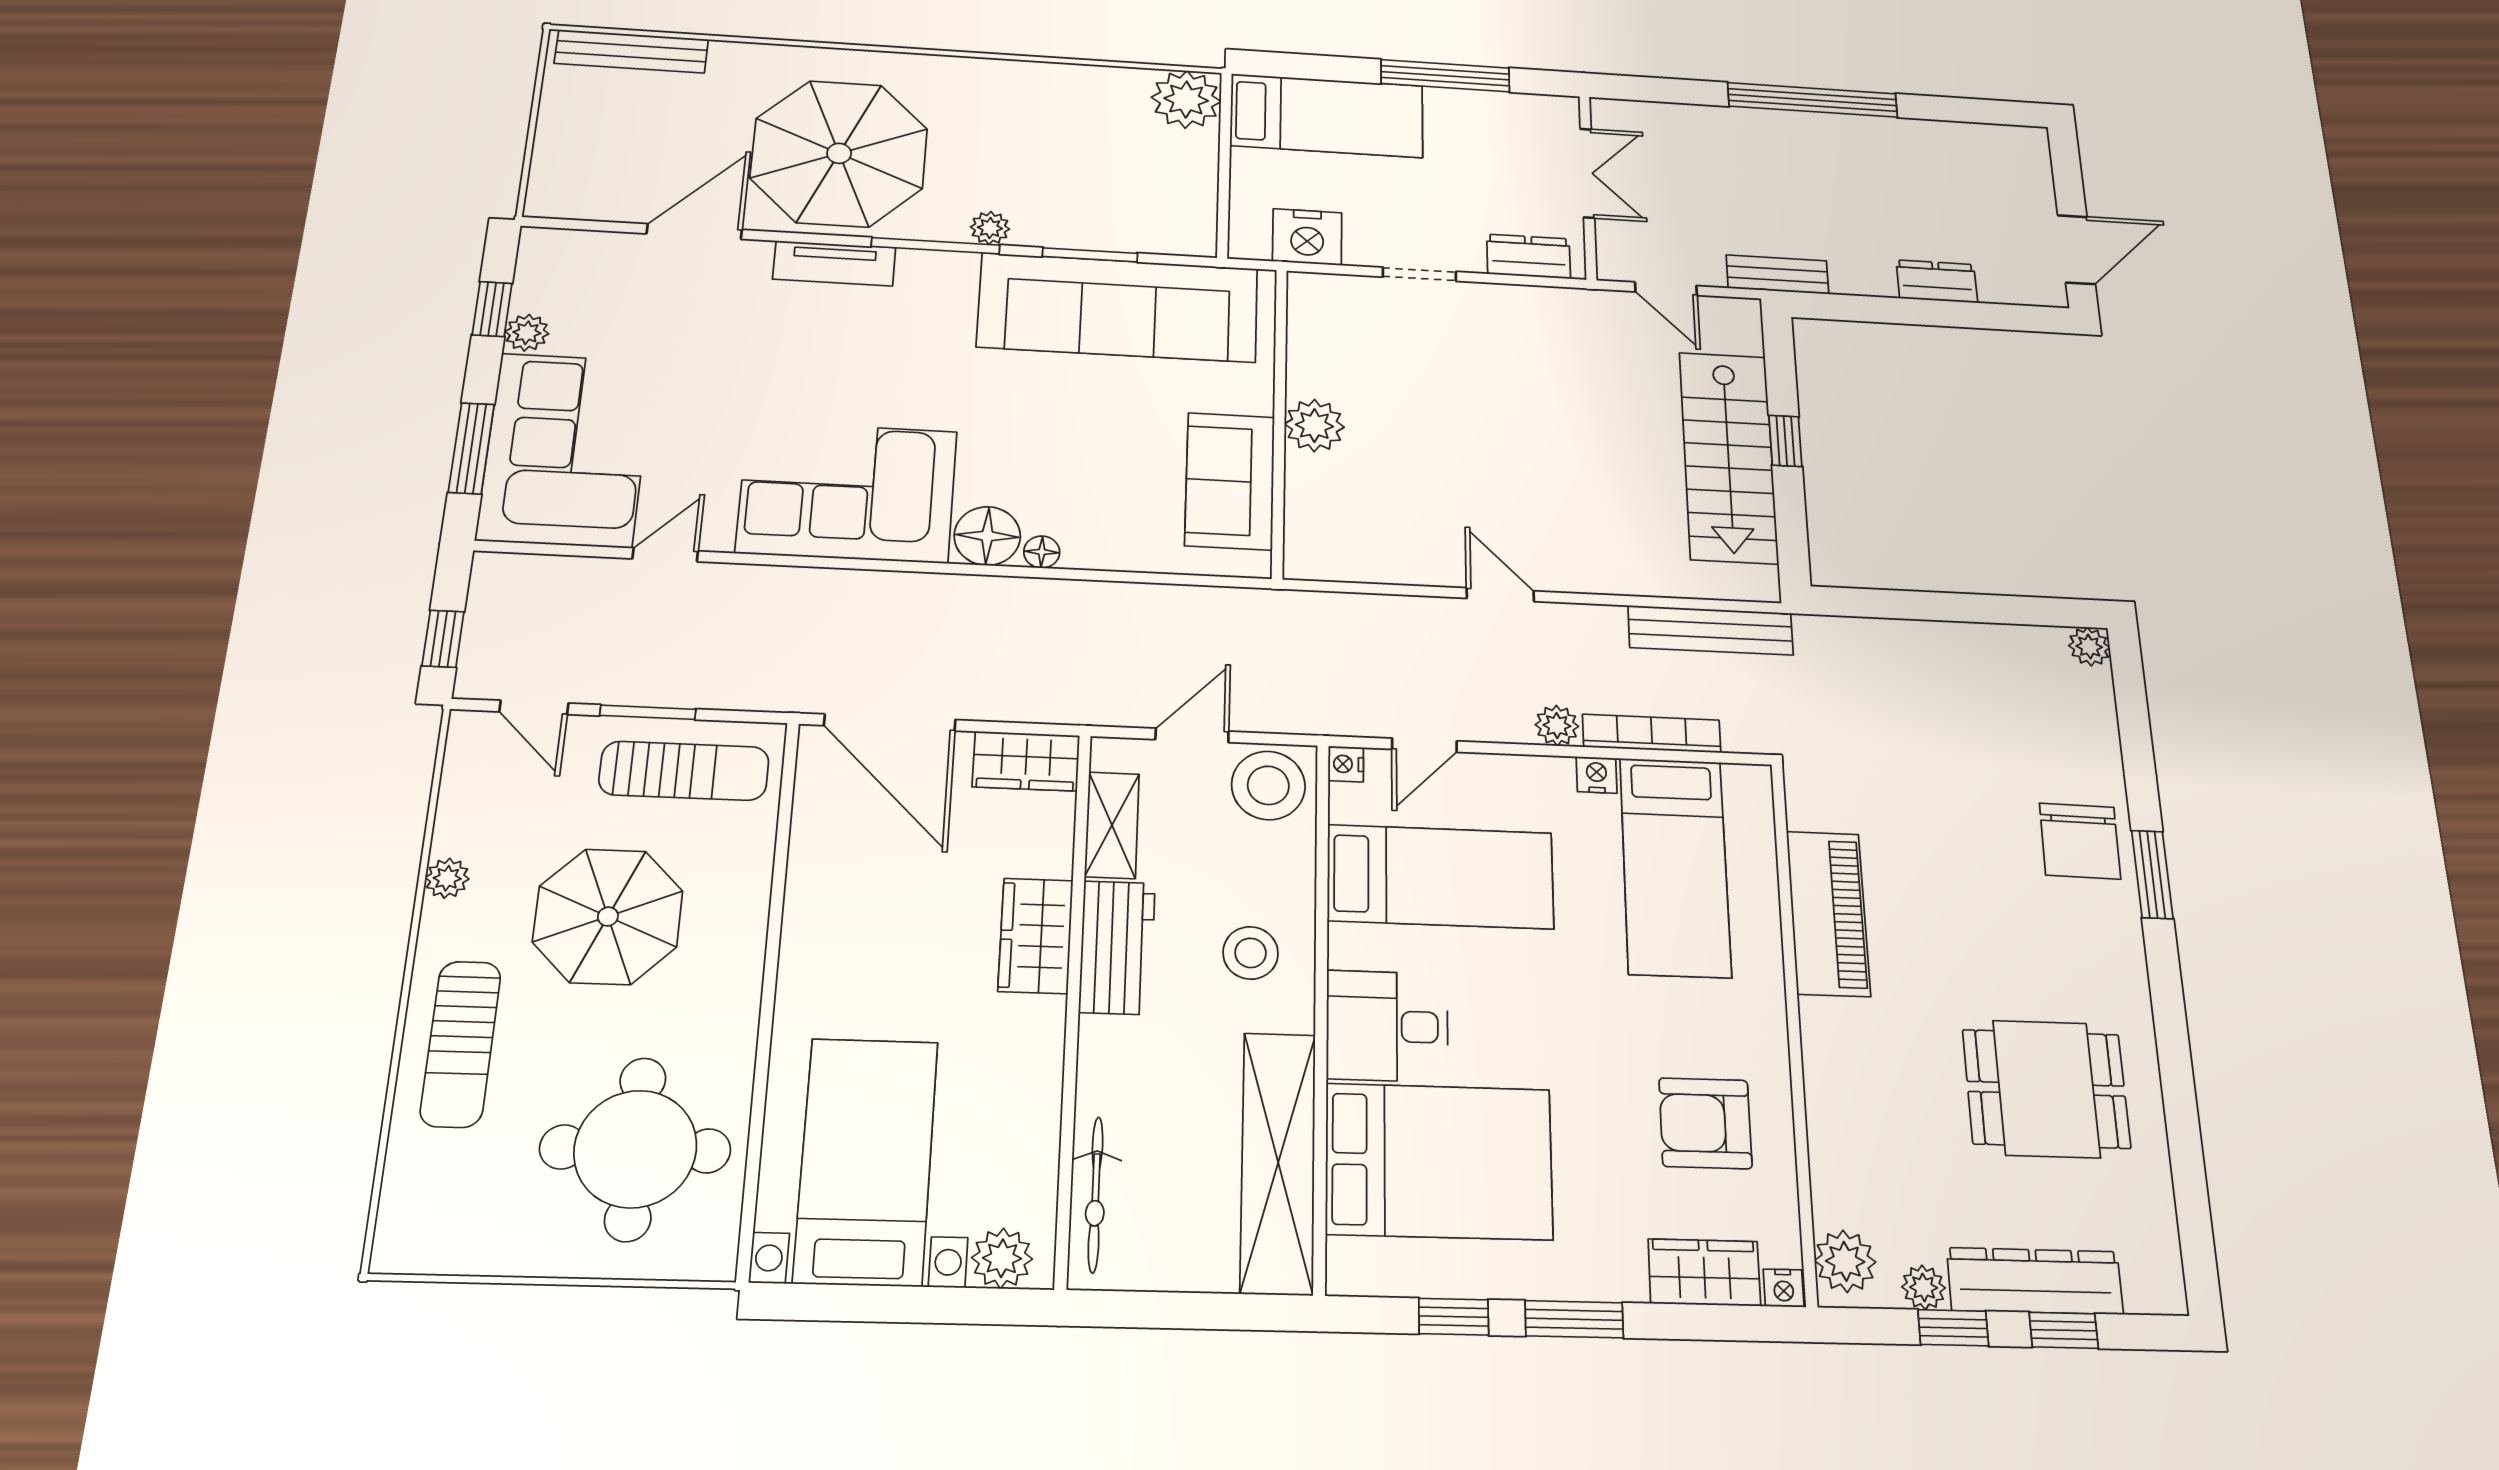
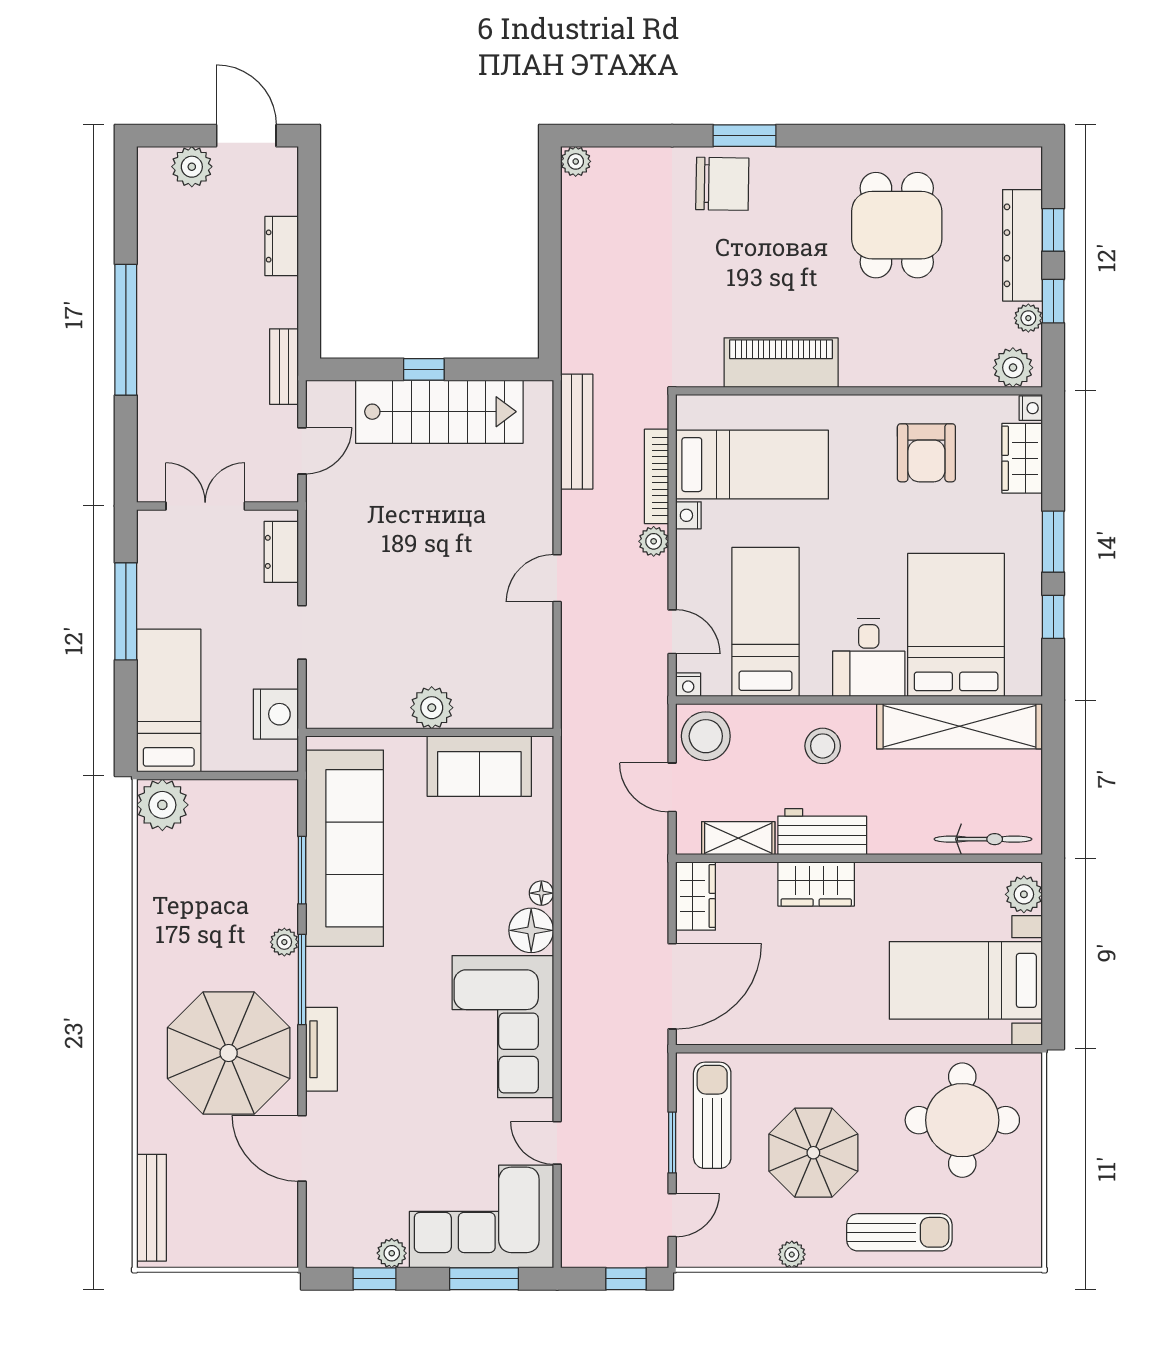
plant: (2029, 186) -> (192, 167), added

